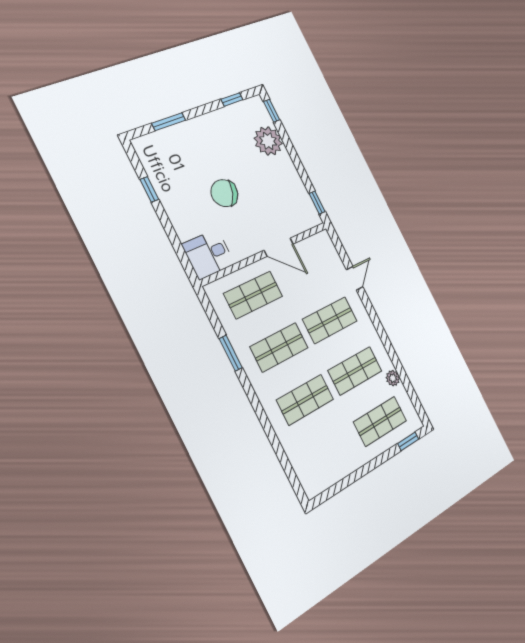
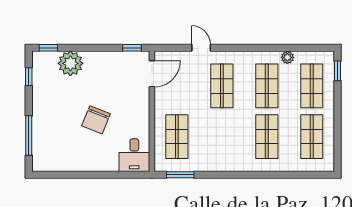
window: (169, 122) -> (29, 135), width x1.44
window: (149, 189) -> (72, 175), removed
door: (279, 247) -> (152, 74), moved
shop shelf: (279, 347) -> (312, 137), moved
window: (231, 353) -> (180, 175), moved

